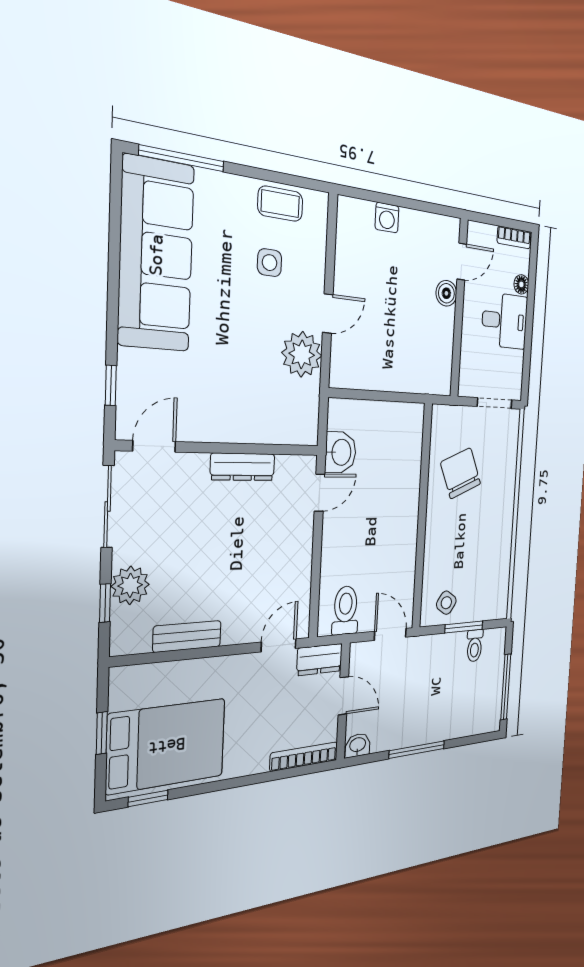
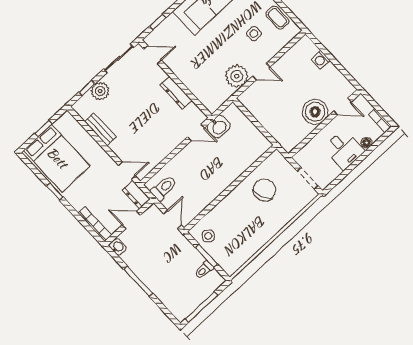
boiler: (446, 293) -> (315, 112), width x1.86, depth x1.86
door: (343, 696) -> (131, 220), swing flipped
window: (148, 798) -> (55, 192), moved

